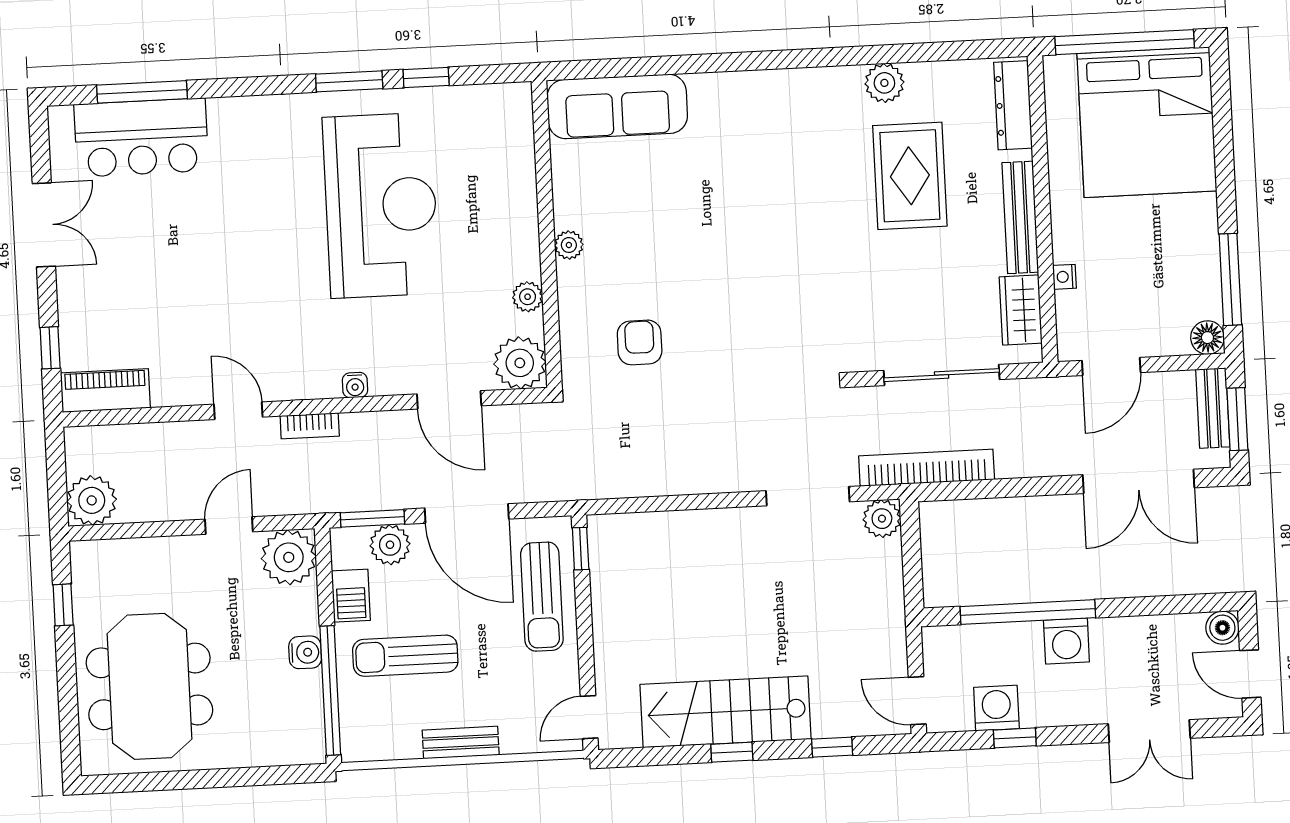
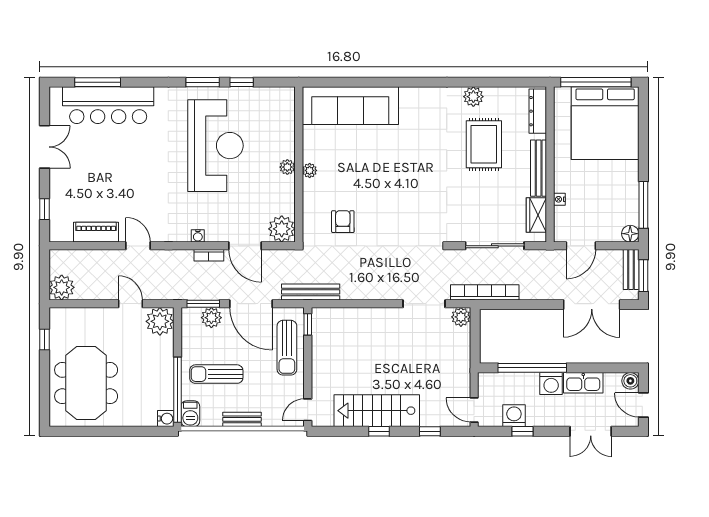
sofa: (617, 106) -> (350, 106), width x1.36, depth x1.27
bar counter: (141, 137) -> (108, 105), width x1.36
plant: (528, 297) -> (287, 167), moved
piano: (105, 390) -> (96, 232), moved
bookcase: (310, 426) -> (209, 255), moved
bench: (583, 484) -> (311, 292), added
door: (229, 526) -> (130, 304), hinge flipped
barbecue: (351, 596) -> (190, 414), moved
kitchen sink: (1130, 636) -> (583, 383), added
water cooler: (305, 652) -> (166, 419), moved

